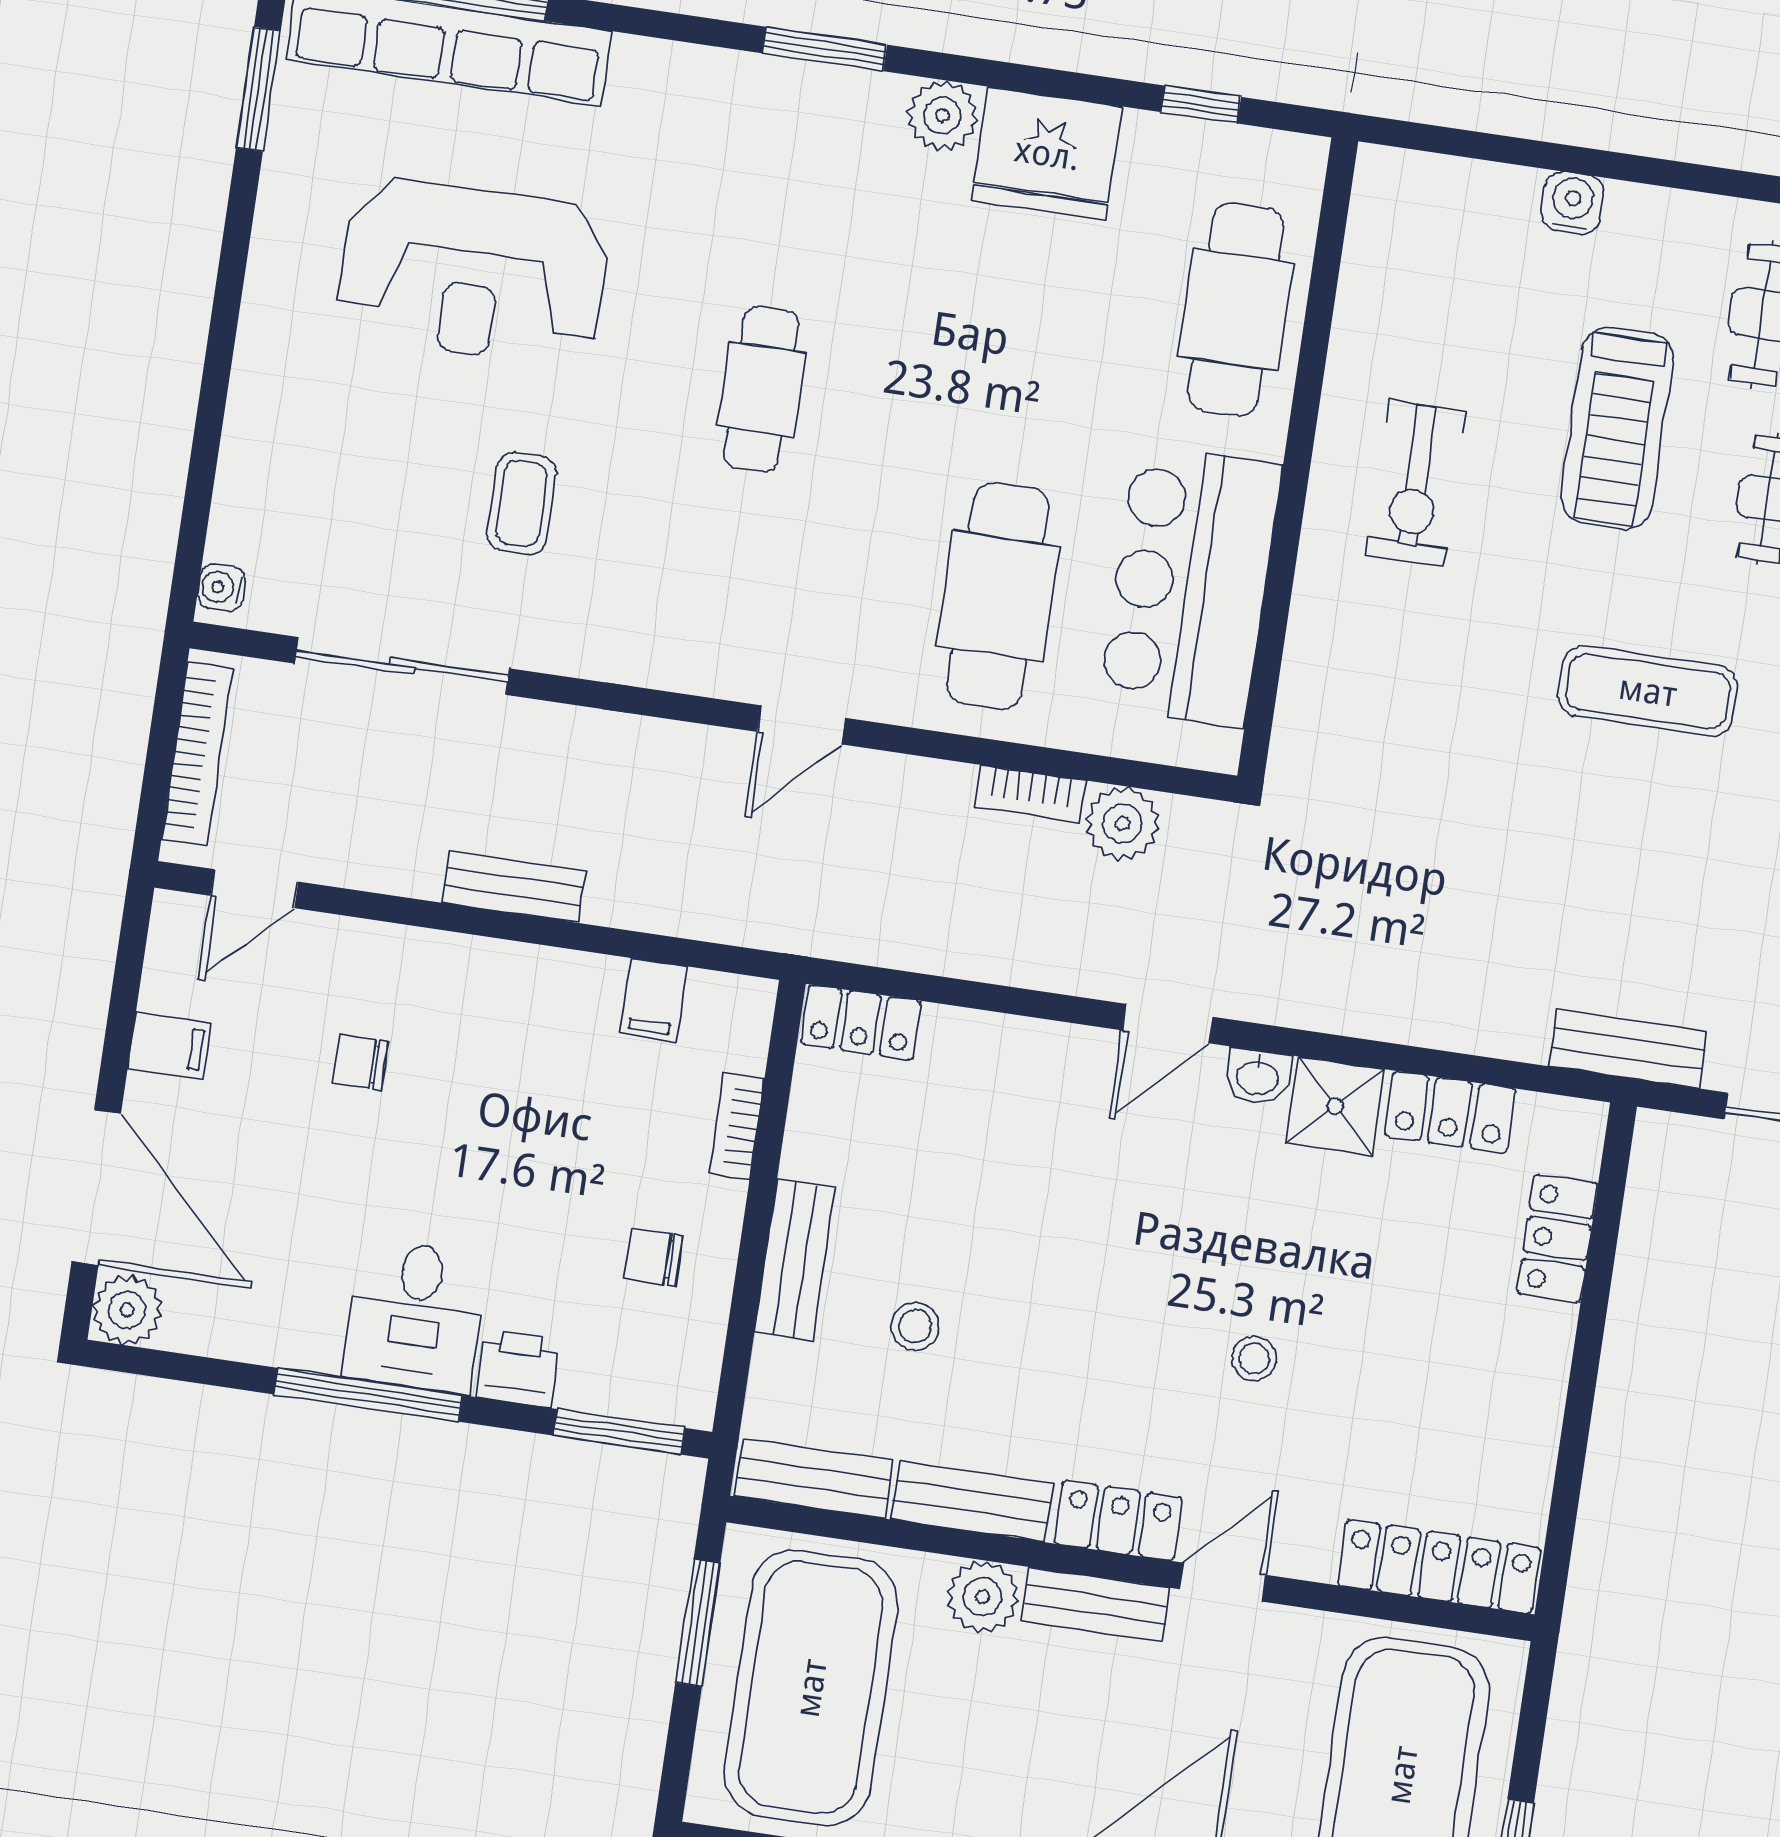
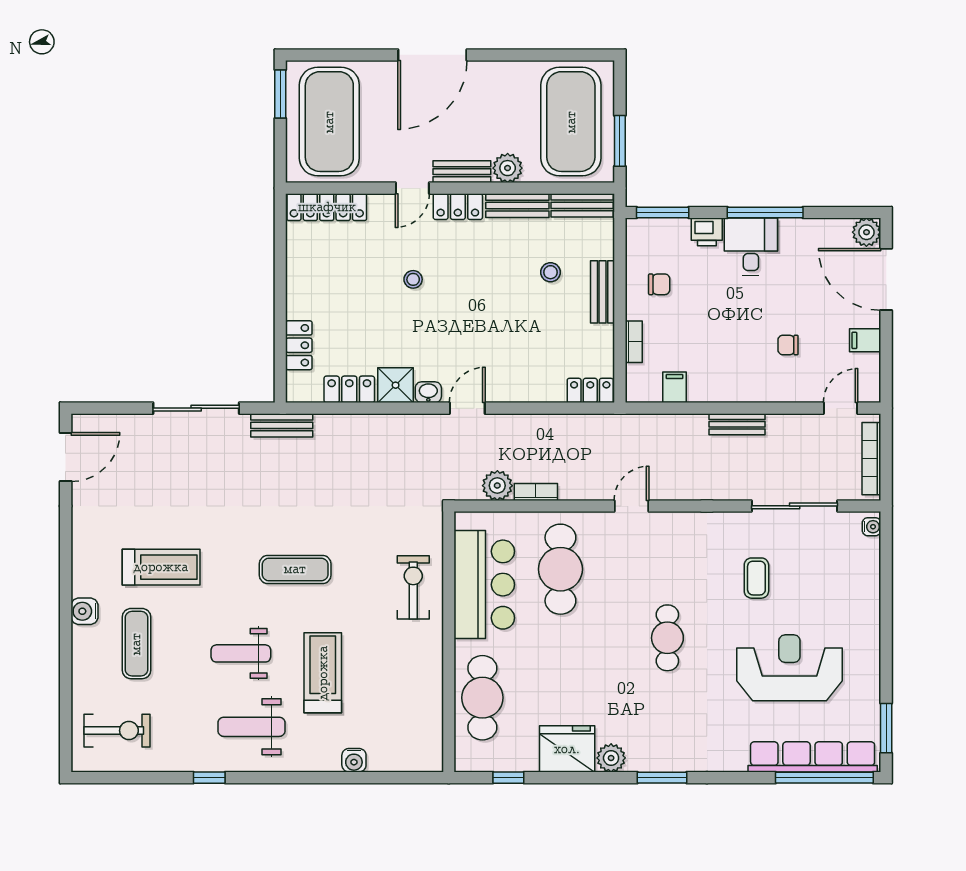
exercise bike: (1416, 483) -> (413, 587), moved
chair: (360, 1062) -> (788, 345), turned 180

